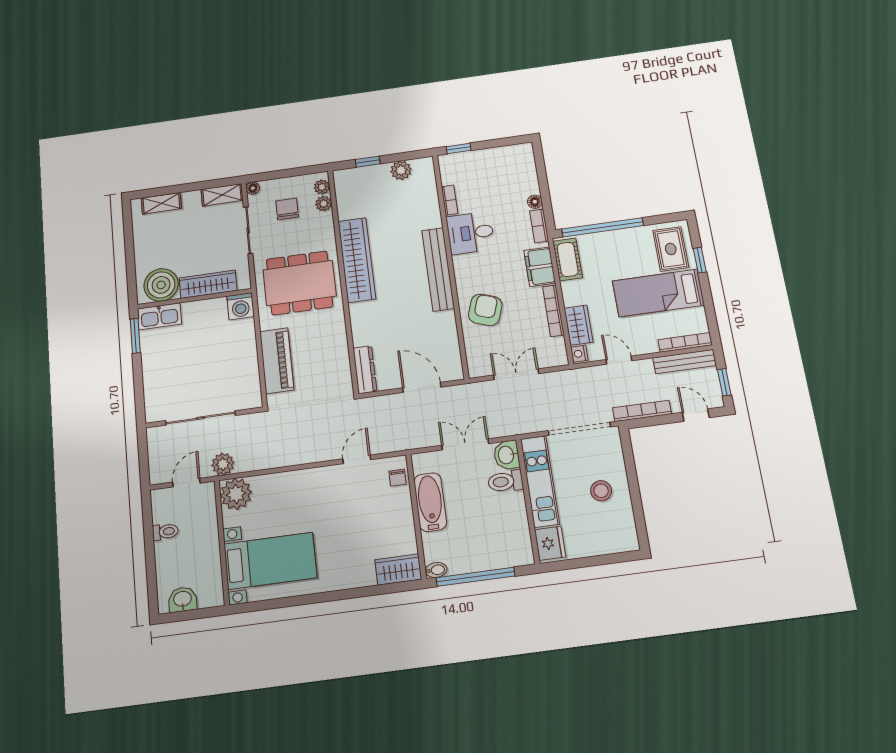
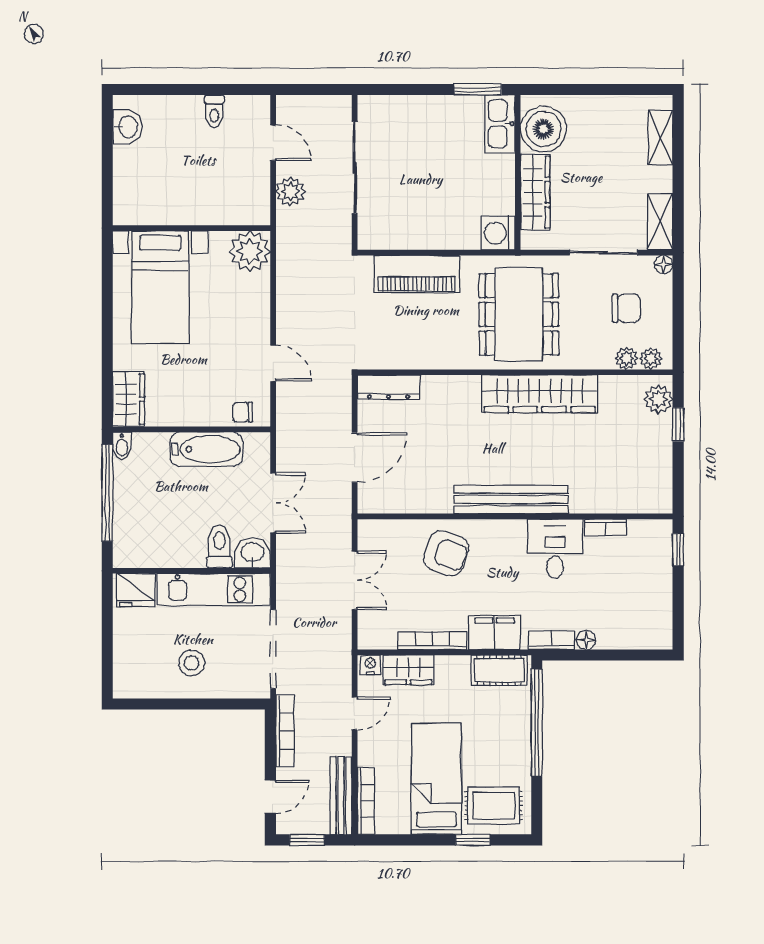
plant: (401, 170) -> (658, 399), moved
plant: (236, 494) -> (250, 251), moved
wall: (222, 542) -> (191, 228), moved
bed with nightstands: (270, 561) -> (160, 287), moved

